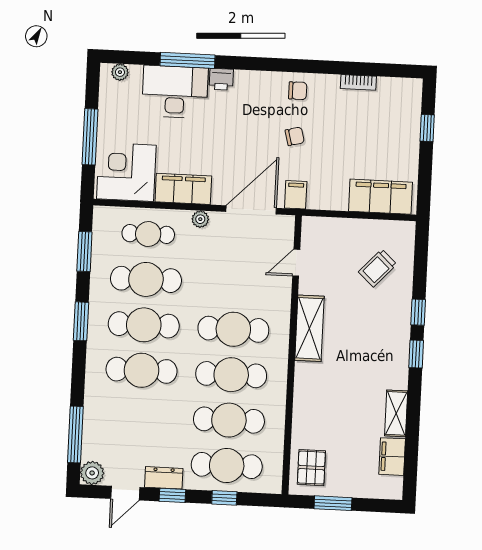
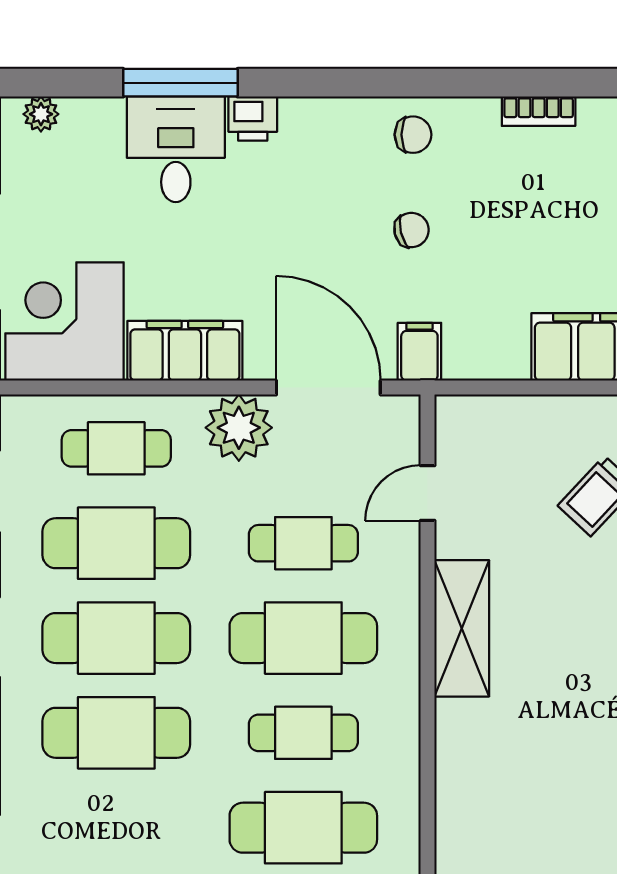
desk: (175, 92) -> (176, 149), width x0.73
door: (251, 210) -> (328, 388), hinge flipped
plant: (200, 219) -> (239, 428), width x1.87, depth x1.87
cafe table: (236, 284) -> (303, 543), added
cafe table: (231, 375) -> (303, 733), width x0.73, depth x0.74

